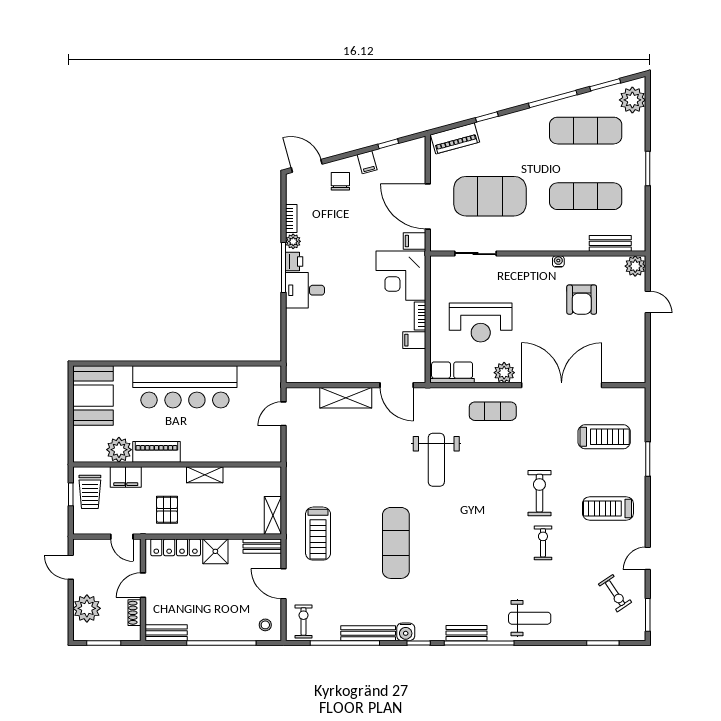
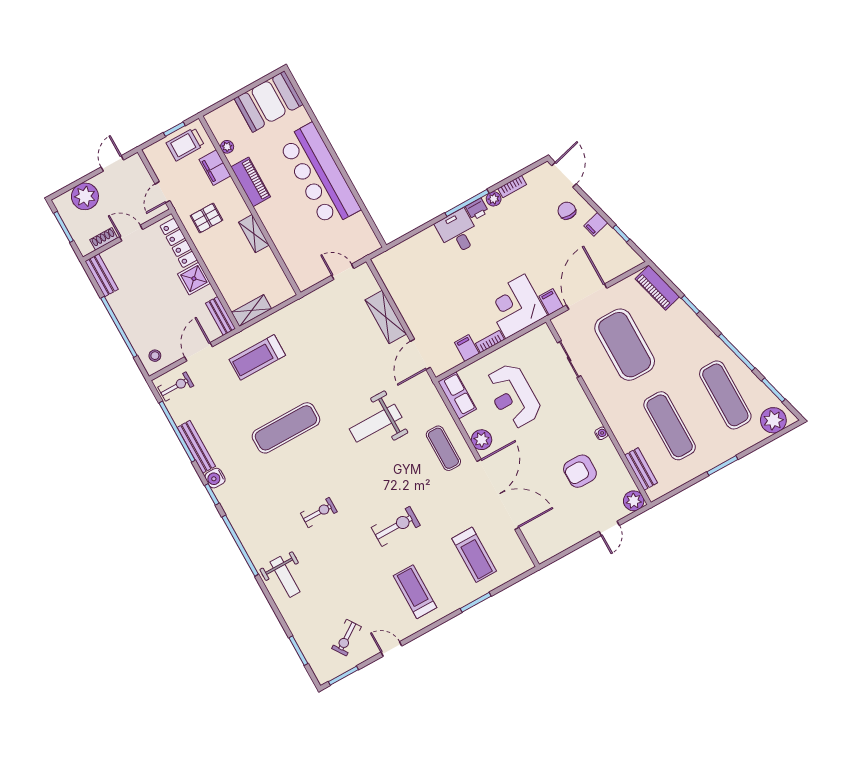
chair: (340, 181) -> (567, 211), turned -90
plant: (119, 450) -> (227, 147), width x0.53, depth x0.53
exercise bike: (543, 543) -> (319, 512), moved
bench: (466, 633) -> (243, 530), removed

